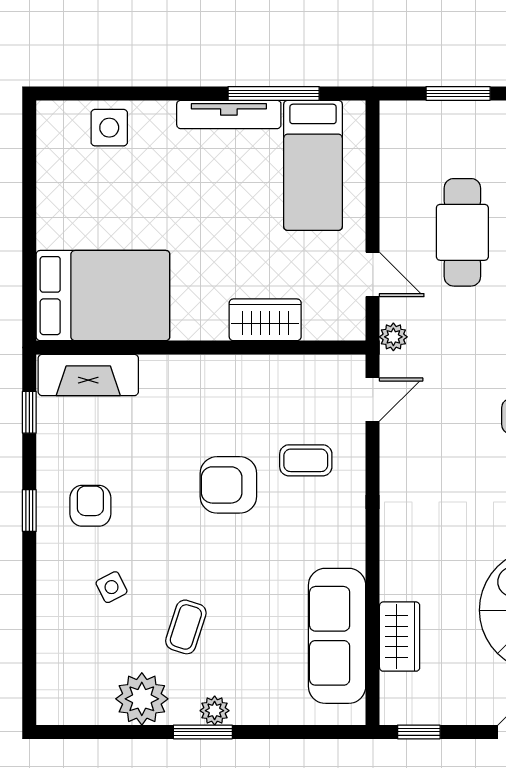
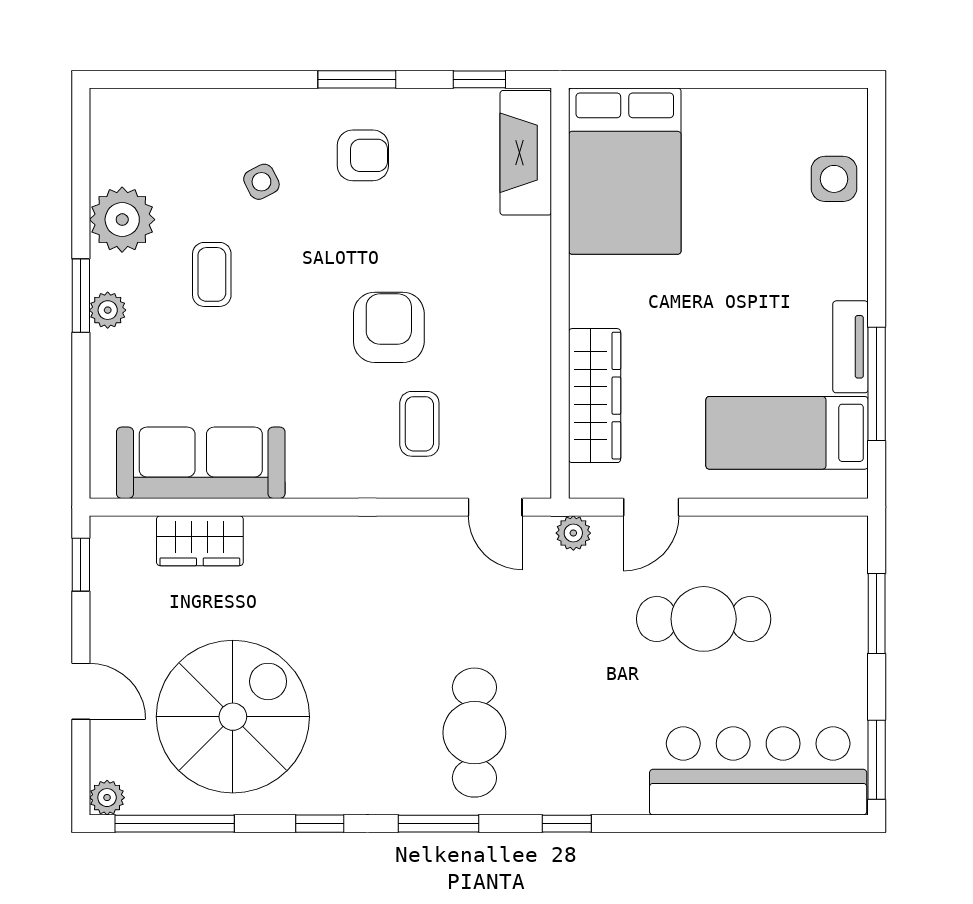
tv unit: (229, 114) -> (850, 347), width x0.71
wardrobe: (265, 320) -> (595, 396), width x1.50
window: (29, 511) -> (357, 79), width x1.50
coffee table: (186, 627) -> (212, 274), turned 72

